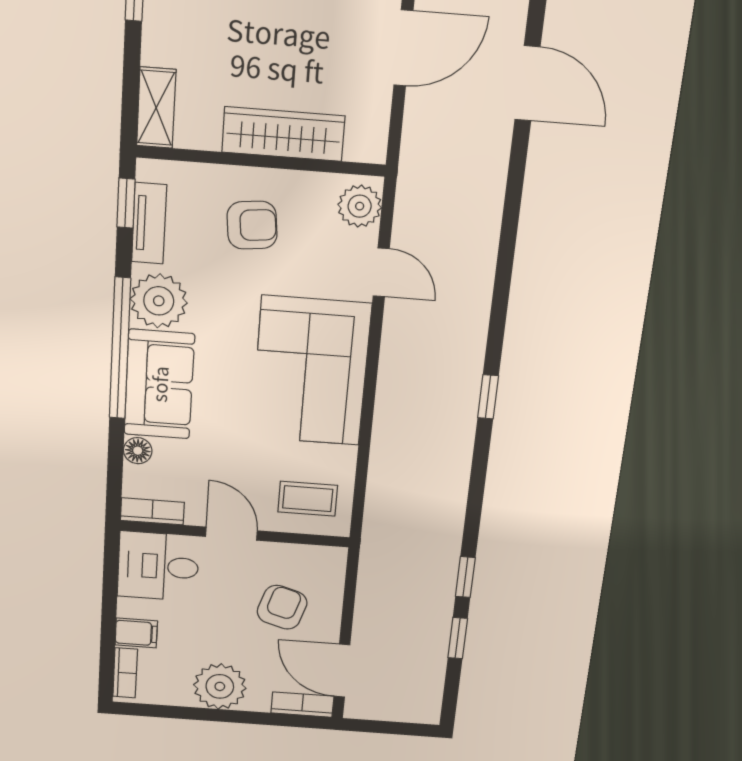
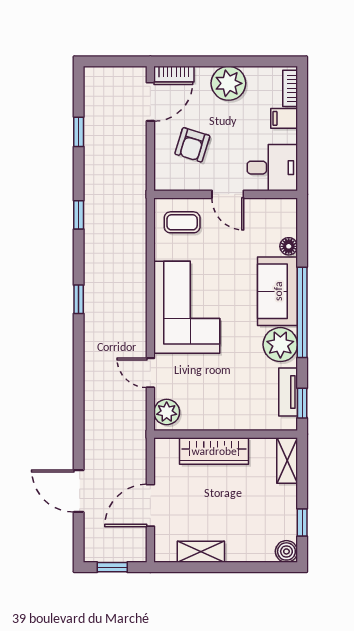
armchair: (252, 225) -> (228, 396), removed
bookcase: (152, 511) -> (278, 206), removed
window: (465, 577) -> (79, 215), moved
door: (342, 671) -> (150, 102), hinge flipped

